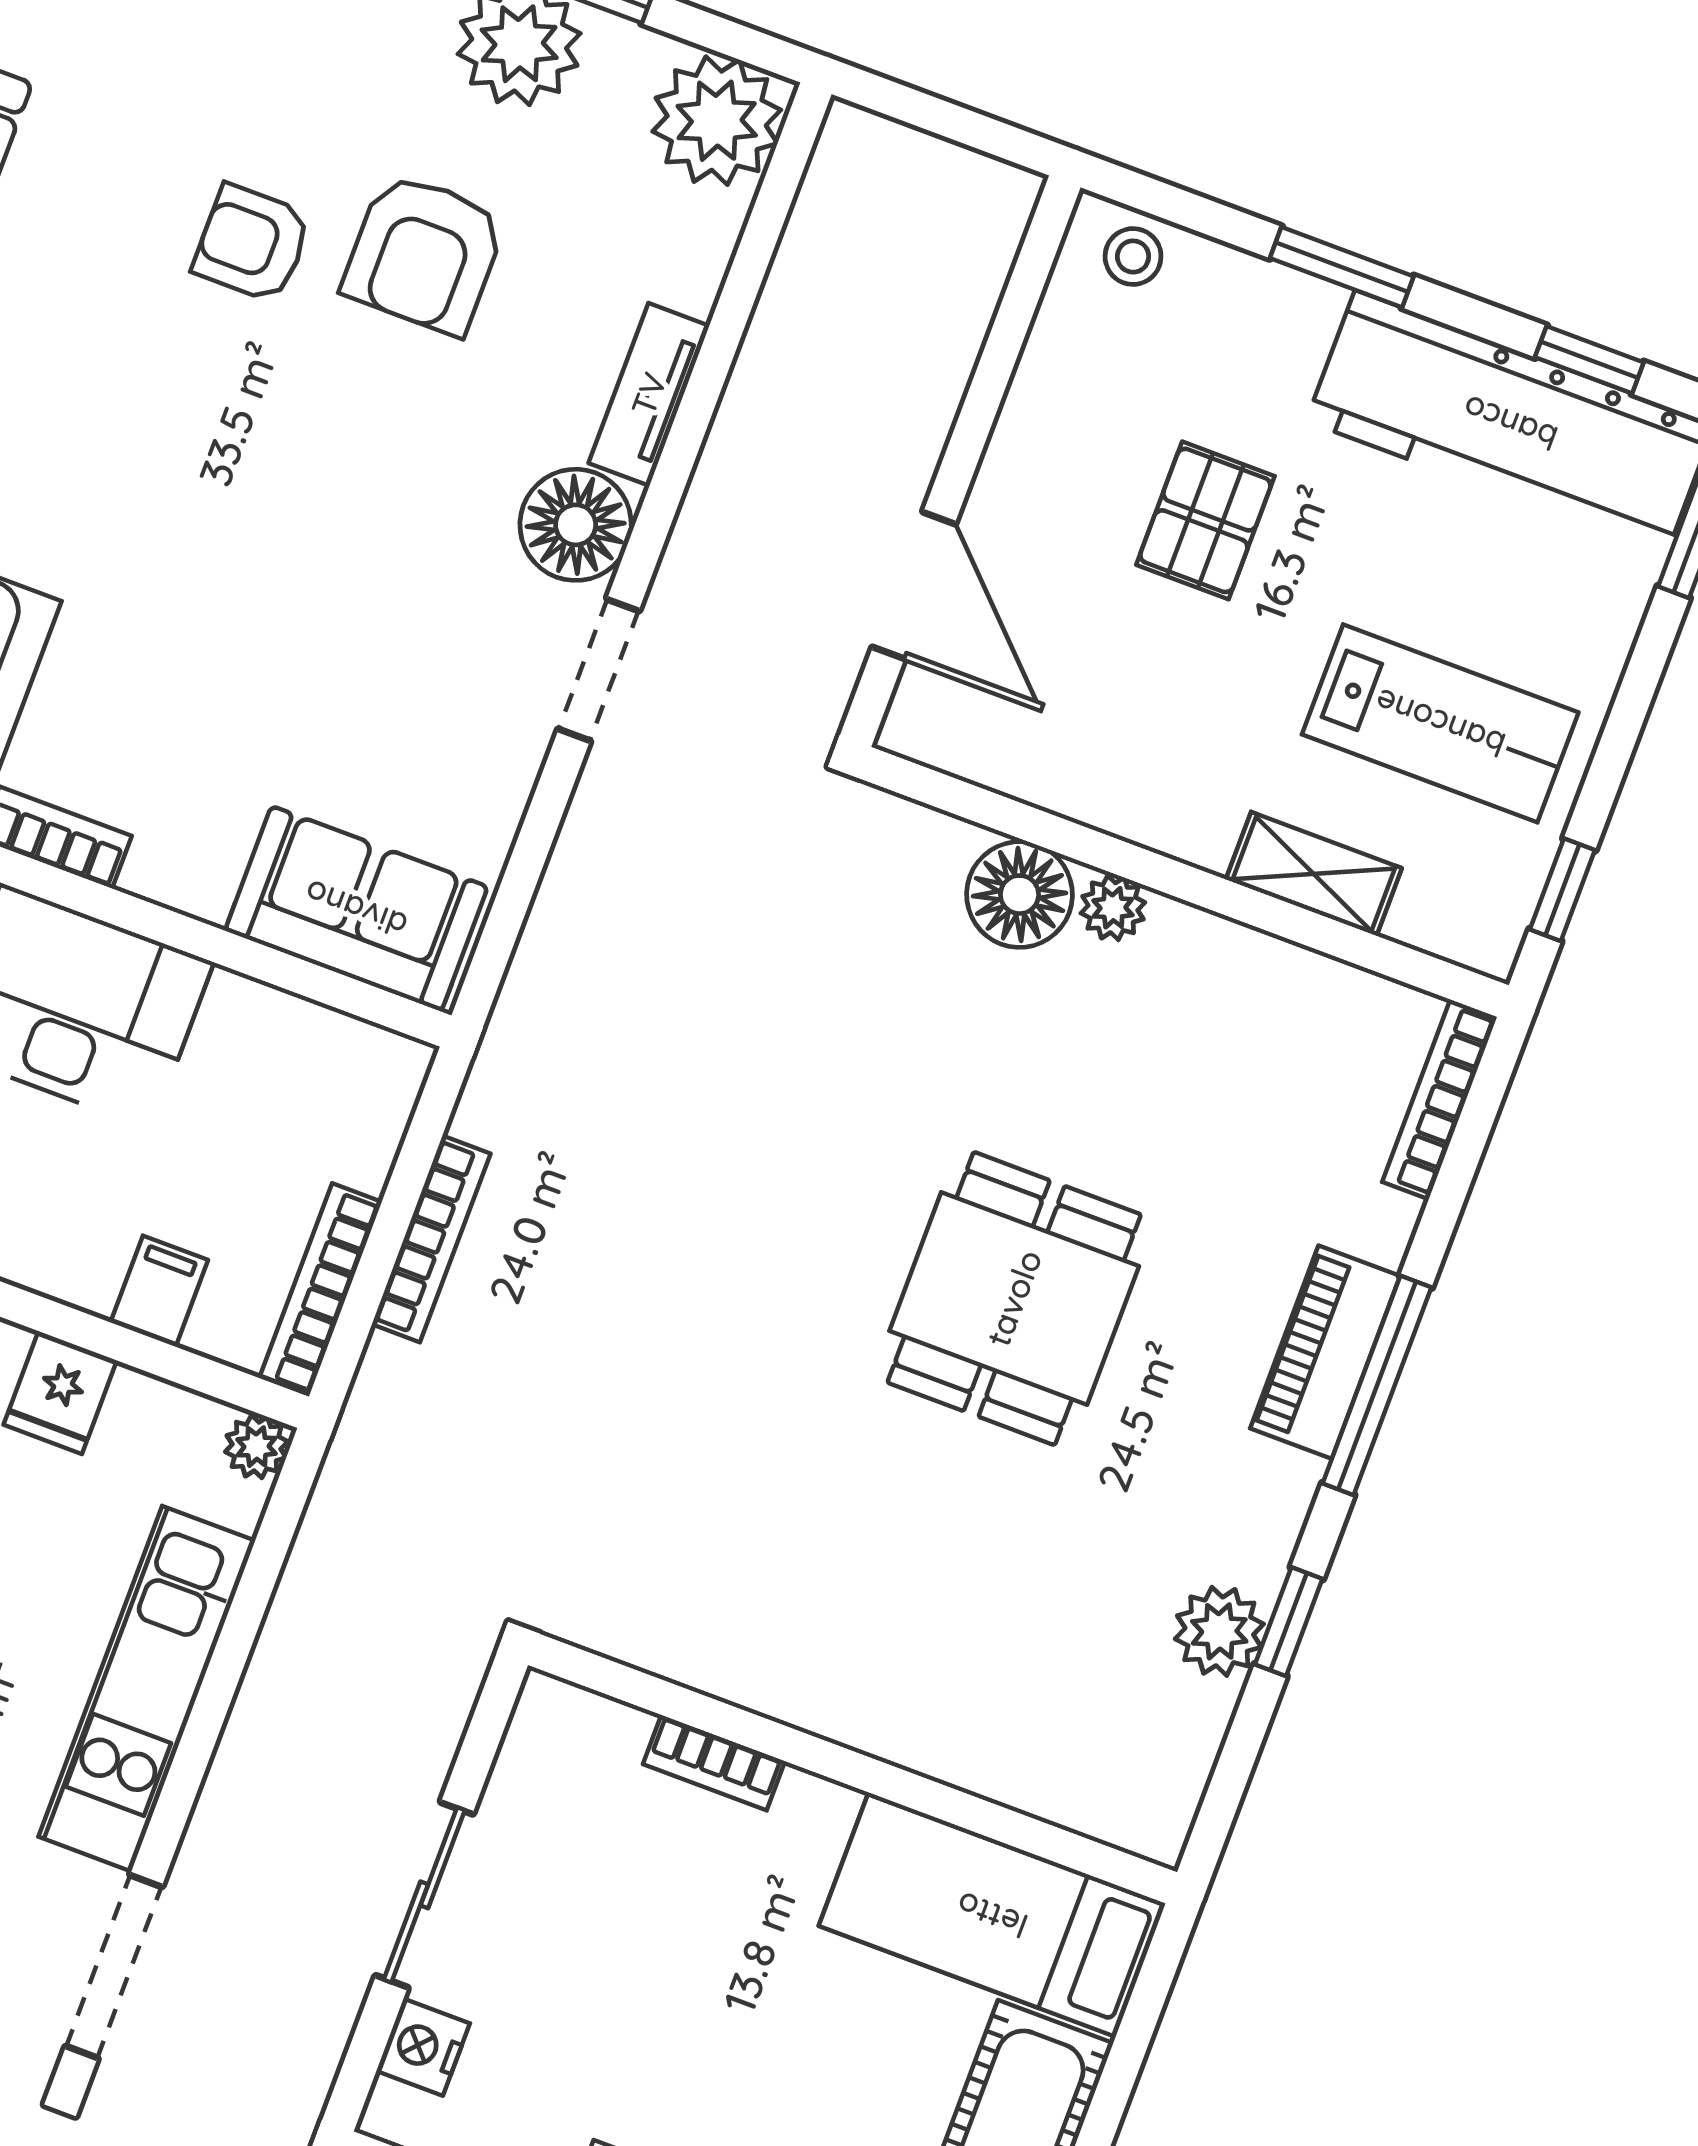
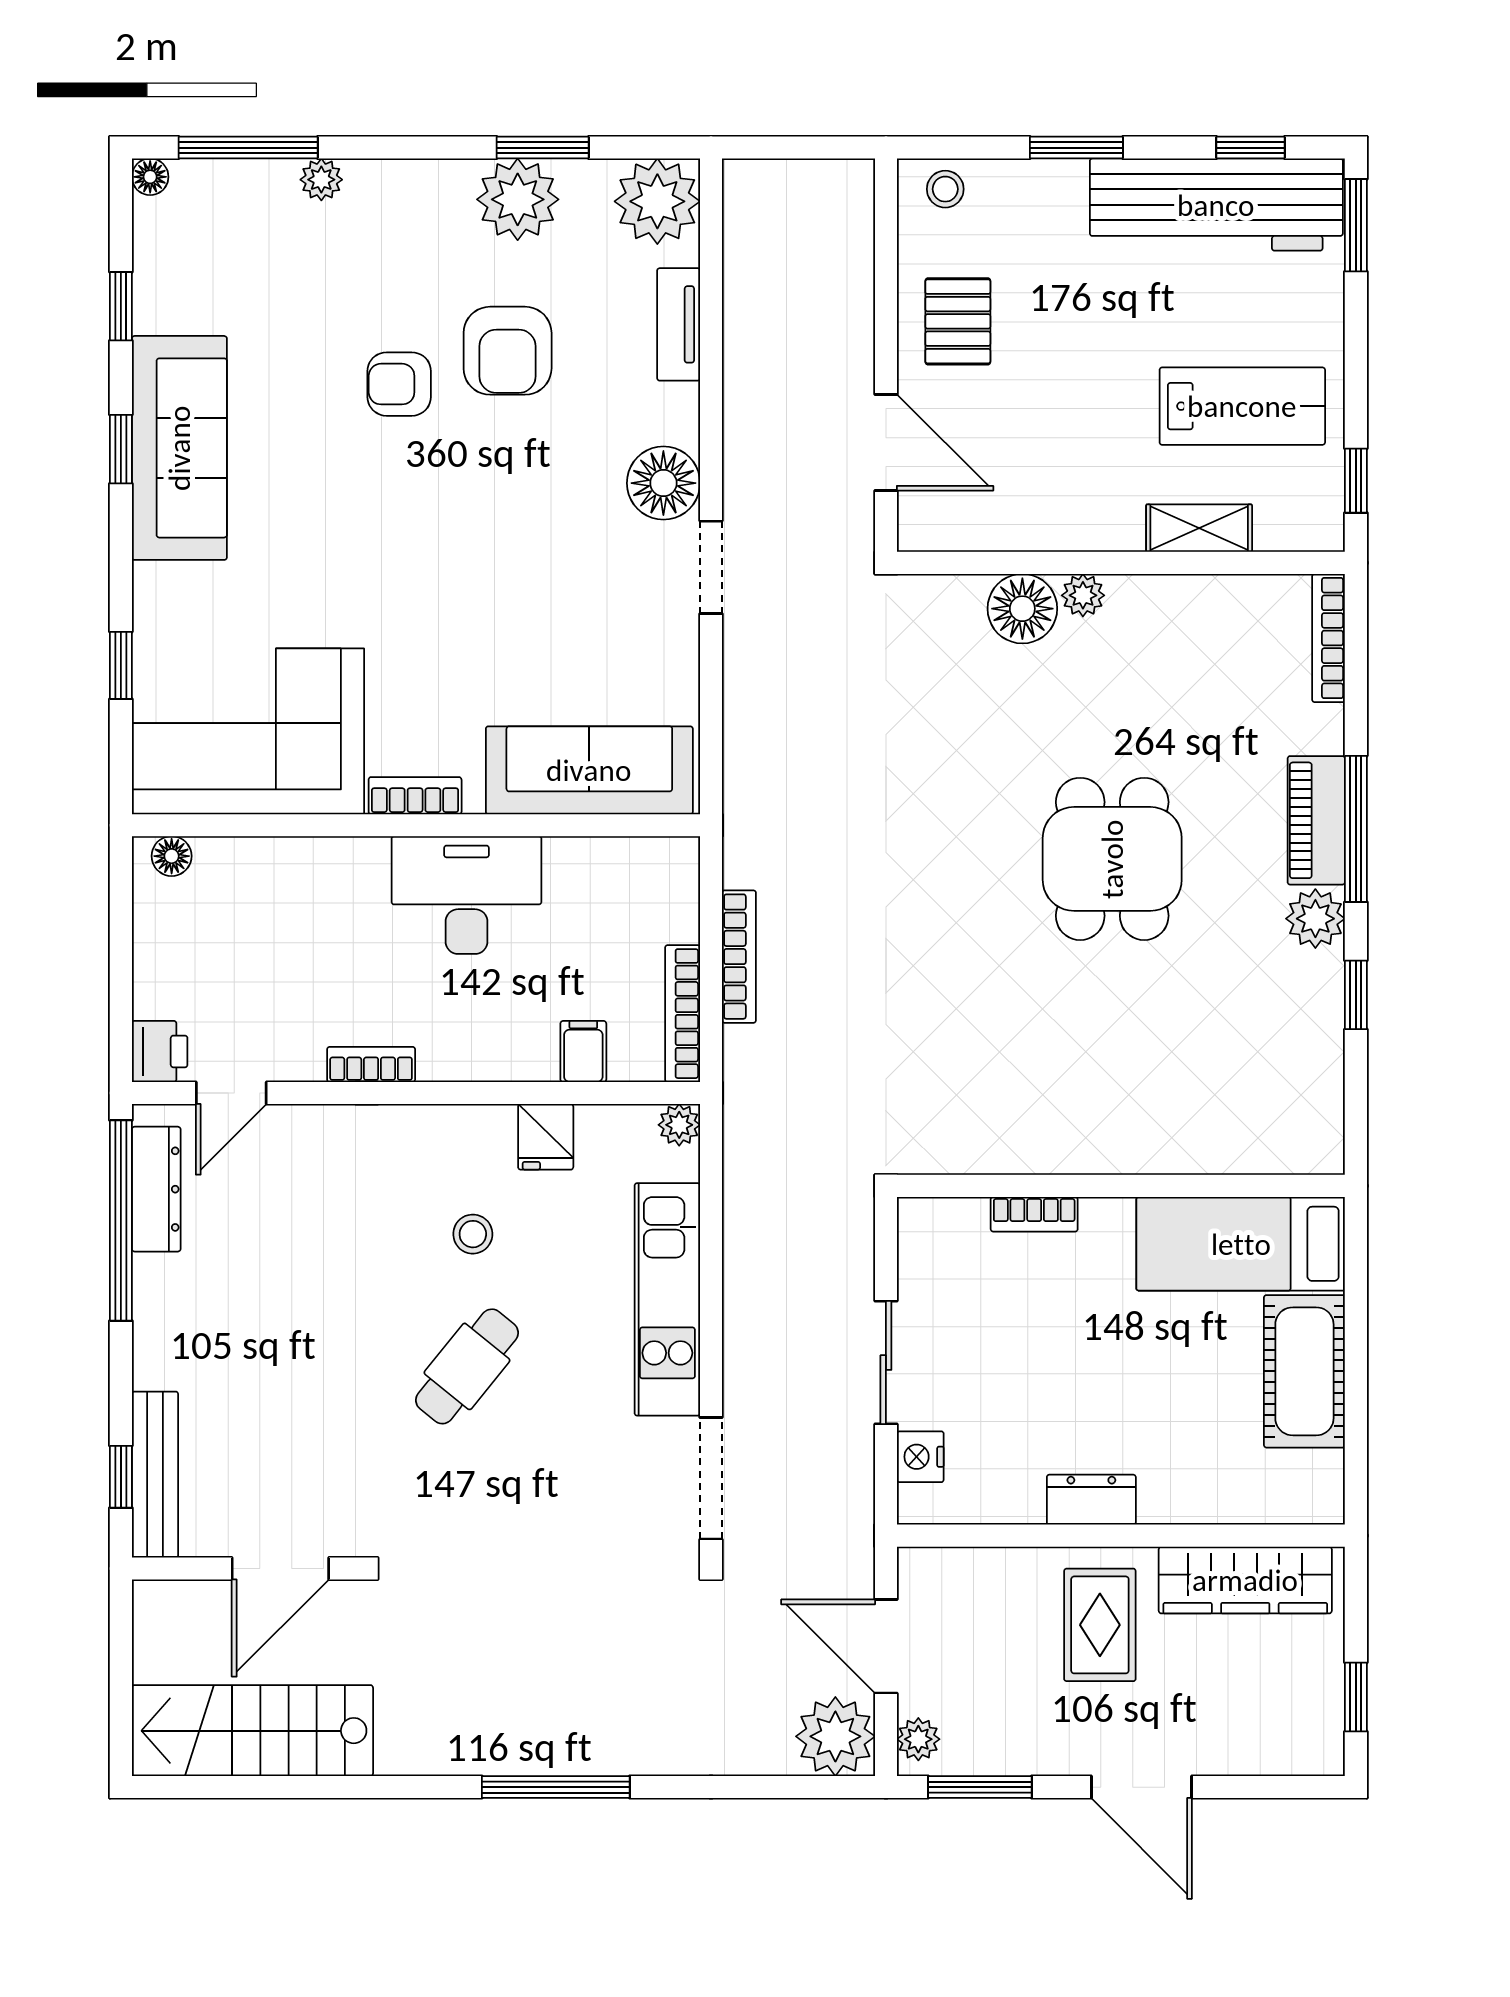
tv unit: (649, 394) -> (679, 324), moved
pallet: (1205, 520) -> (958, 321), moved
sofa: (356, 909) -> (589, 770), width x1.36
plant: (1219, 1631) -> (1315, 919), moved

